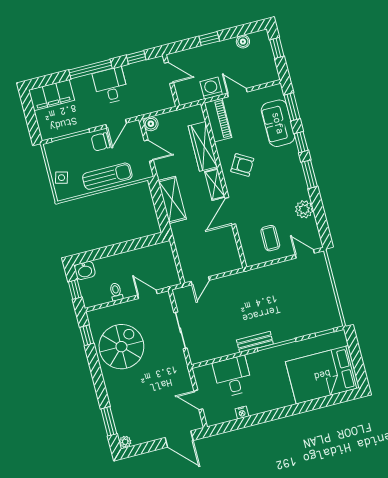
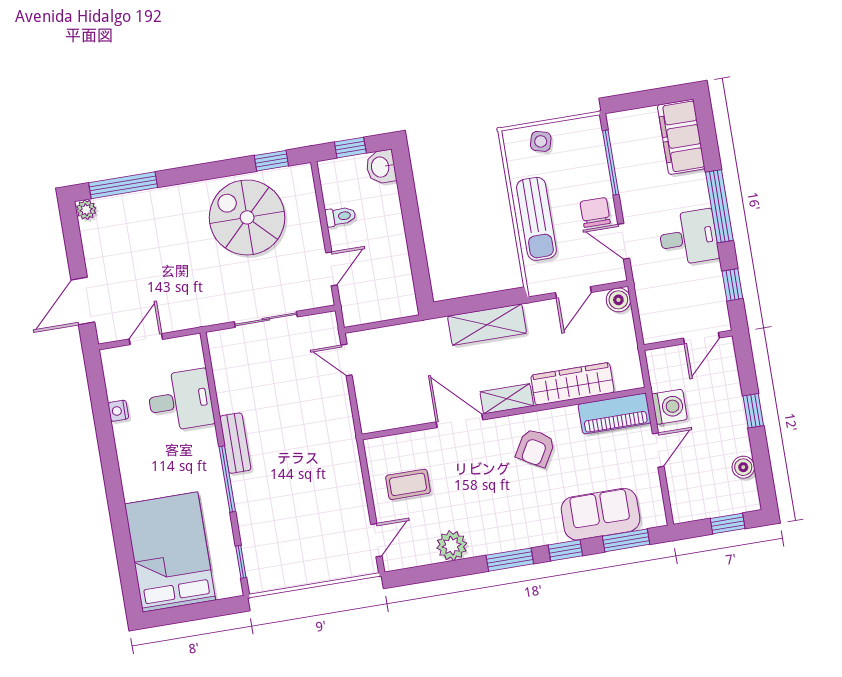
spiral stairs: (121, 347) -> (247, 217), turned 180
window: (109, 421) -> (123, 185), width x1.44

